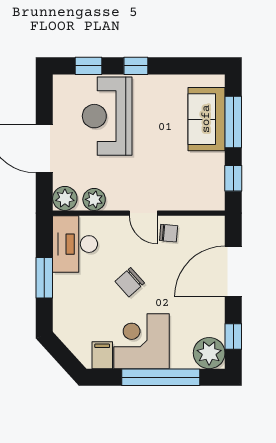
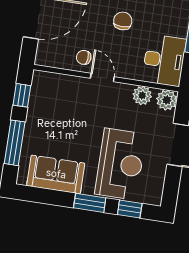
window: (136, 66) -> (90, 203), width x1.50
sofa: (206, 119) -> (56, 174), moved, turned -90
chair: (130, 282) -> (123, 21), turned -48

